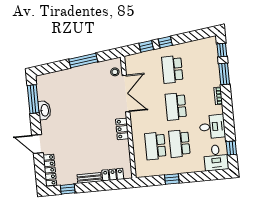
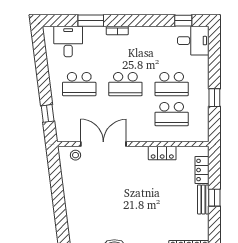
window: (165, 42) -> (45, 89), removed
window: (222, 50) -> (61, 21), removed
window: (83, 61) -> (58, 193), removed
desk: (212, 127) -> (68, 41), moved
locker: (122, 129) -> (162, 153), moved
window: (68, 189) -> (214, 198), moved

